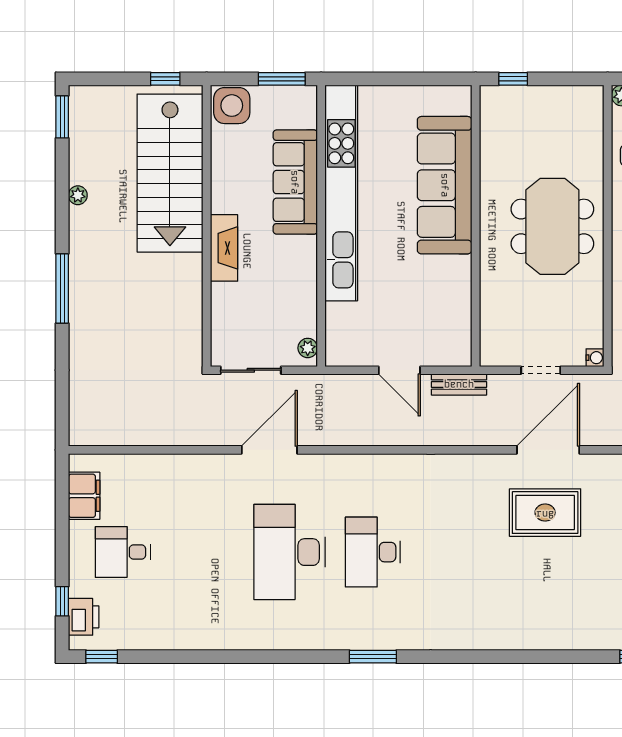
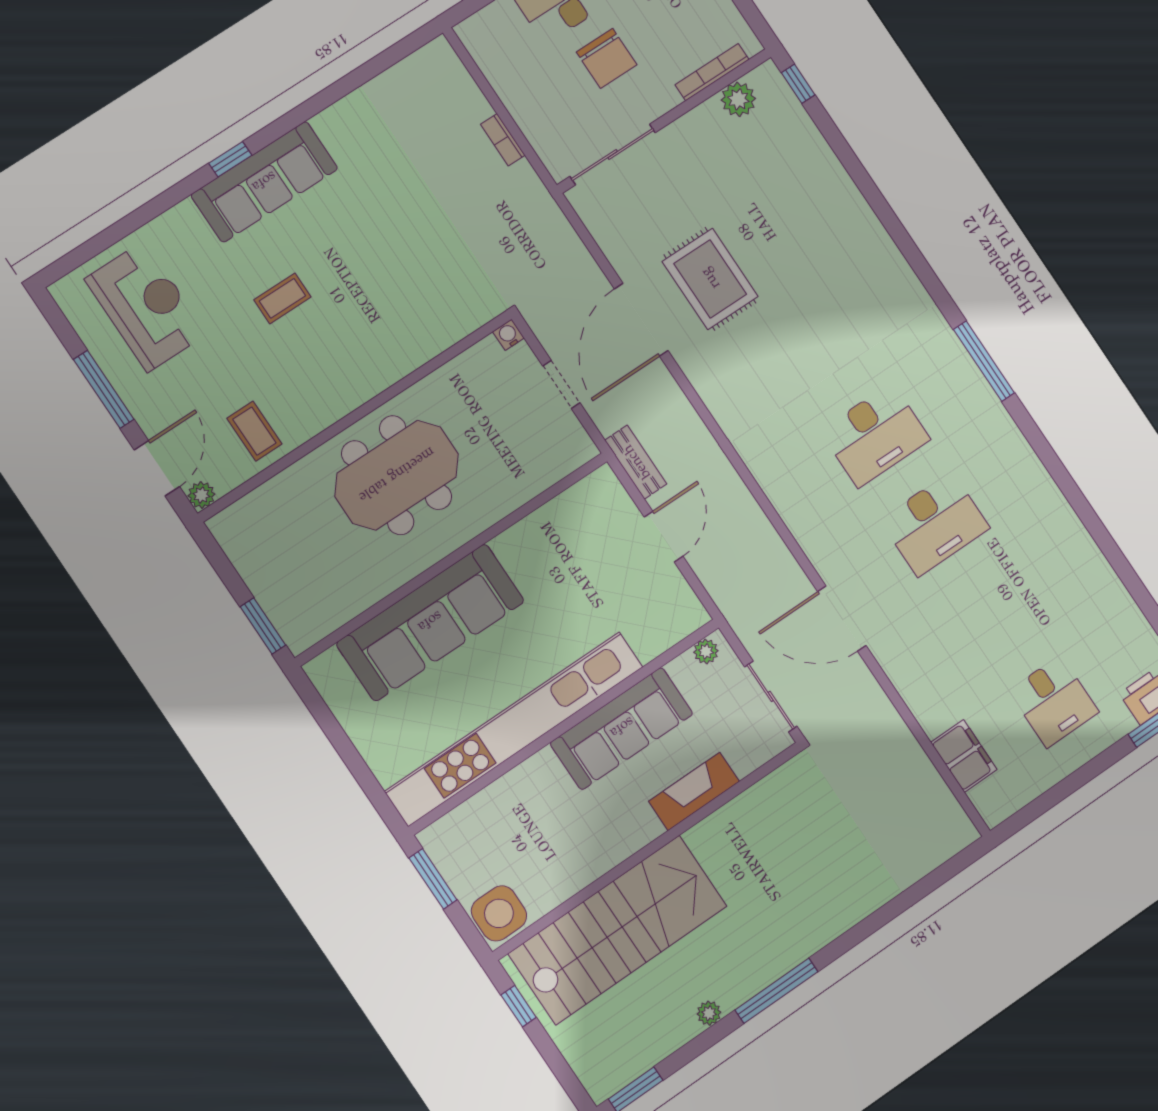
window: (513, 79) -> (263, 626), width x1.50
sofa: (295, 182) -> (622, 728), moved
fireplace: (224, 248) -> (694, 791), moved
window: (62, 288) -> (776, 991), moved
door: (548, 450) -> (641, 320), hinge flipped
filing cabinet: (84, 496) -> (964, 756), moved, turned 90
desk: (289, 552) -> (935, 524), width x0.73, depth x0.77
window: (373, 657) -> (984, 361), width x1.44

